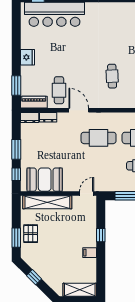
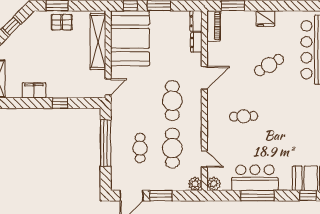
cafe table: (59, 90) -> (269, 65), moved, turned -31
booth: (45, 180) -> (130, 38), width x1.36, depth x1.42
door: (87, 194) -> (108, 87), hinge flipped
filing cabinet: (90, 253) -> (34, 90), width x2.00

